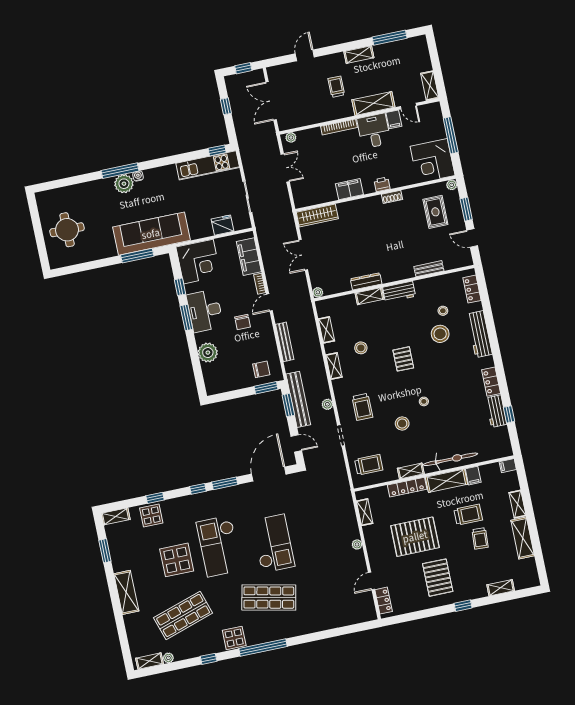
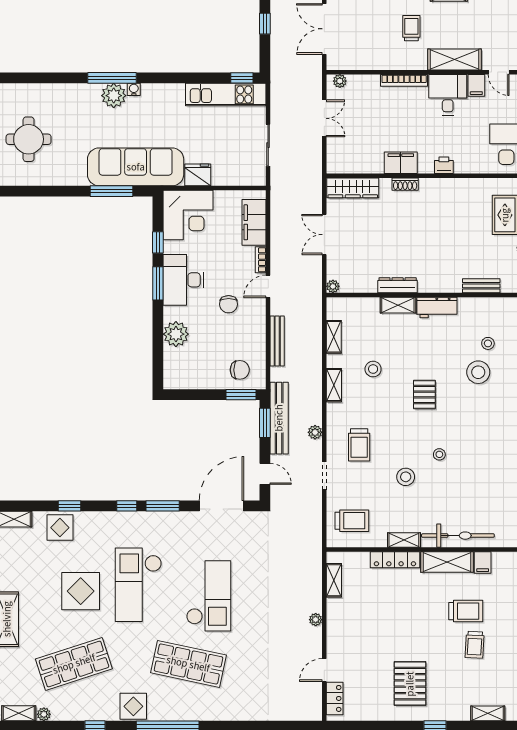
shoe rack: (392, 197) -> (405, 184), moved
fridge: (222, 225) -> (198, 175), moved
pallet: (415, 537) -> (392, 625), removed

